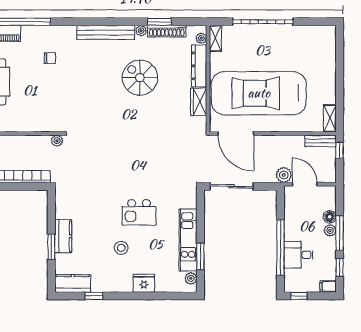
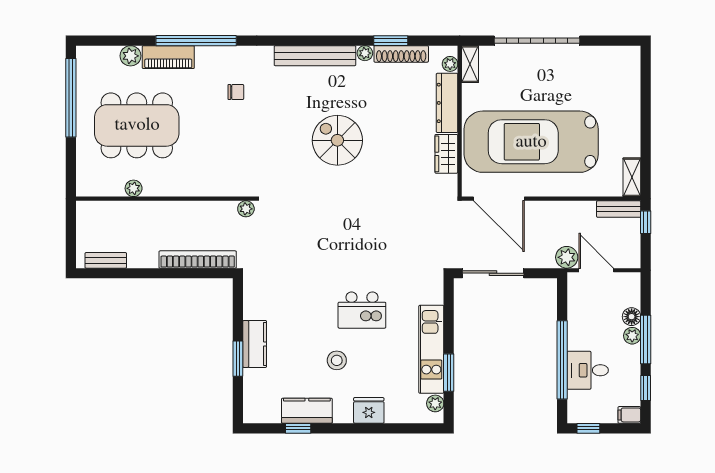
spiral stairs: (140, 78) -> (337, 140), moved
kitchen counter: (73, 283) -> (307, 411), moved

